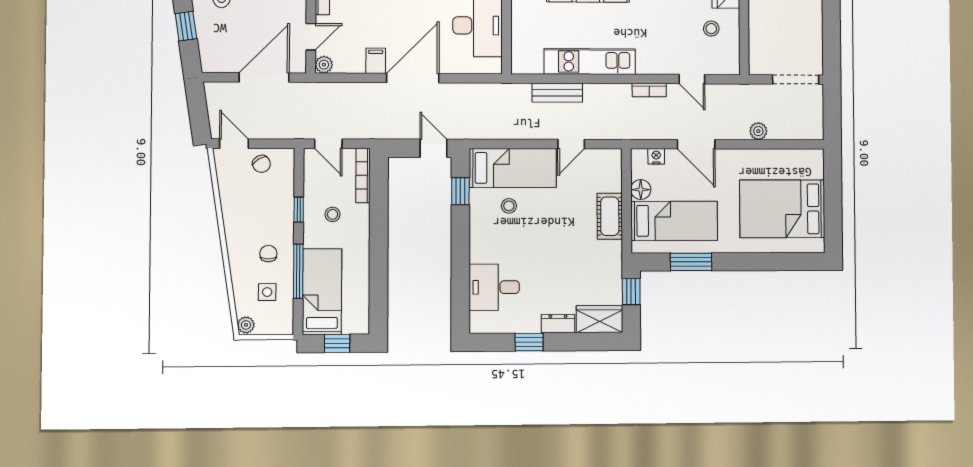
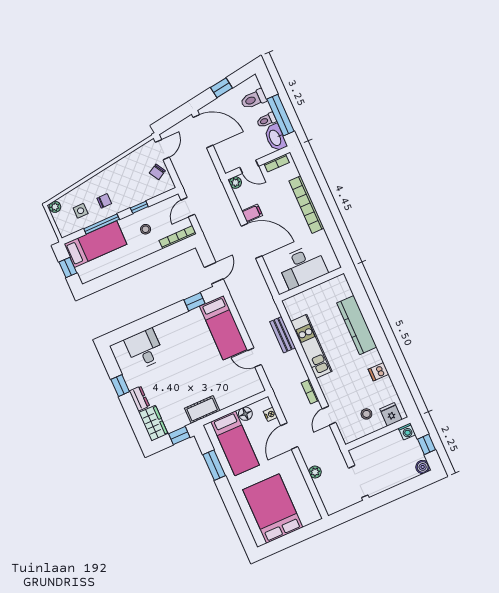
door: (264, 77) -> (203, 131), moved
stool: (509, 206) -> (199, 336), removed
cot: (610, 216) -> (202, 410), moved

